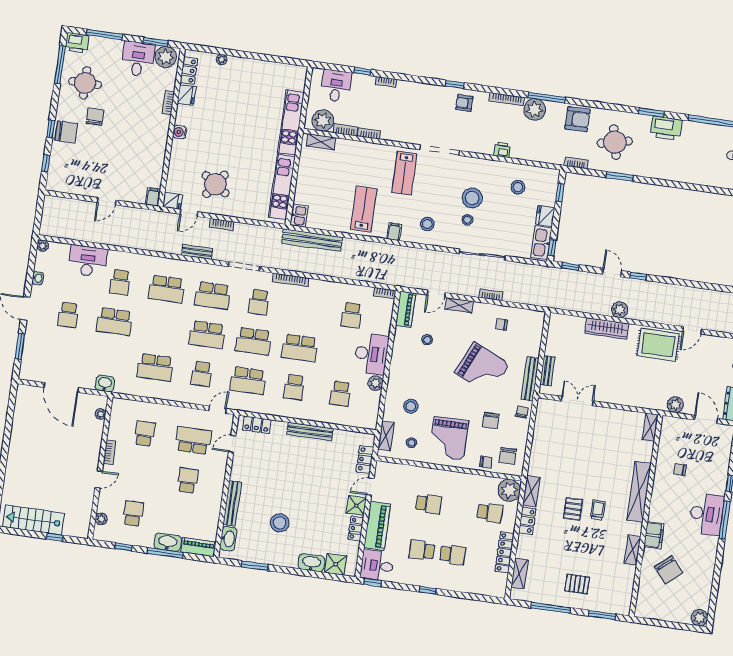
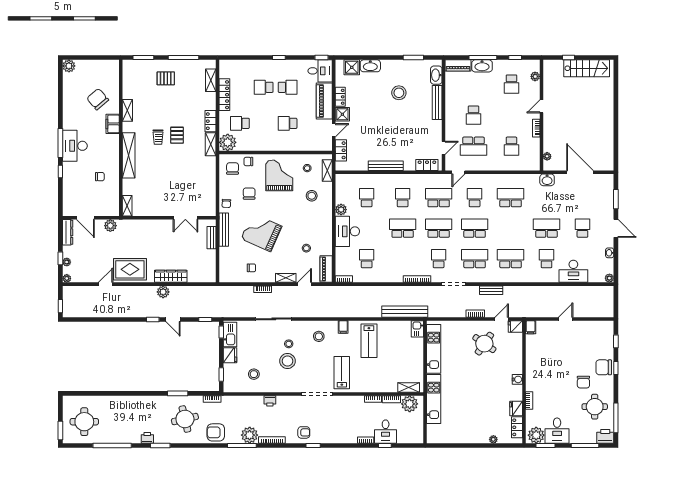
desk: (336, 86) -> (386, 432), moved
printer: (666, 128) -> (147, 438), width x0.53, depth x0.68

